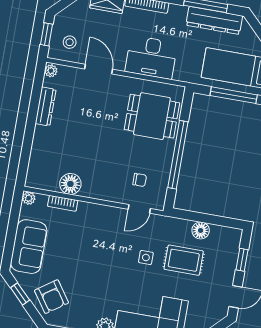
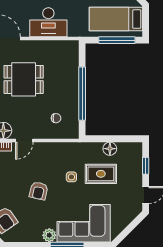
dining table: (152, 116) -> (24, 79), moved
door: (139, 209) -> (24, 140), moved
armchair: (101, 268) -> (39, 191), added

